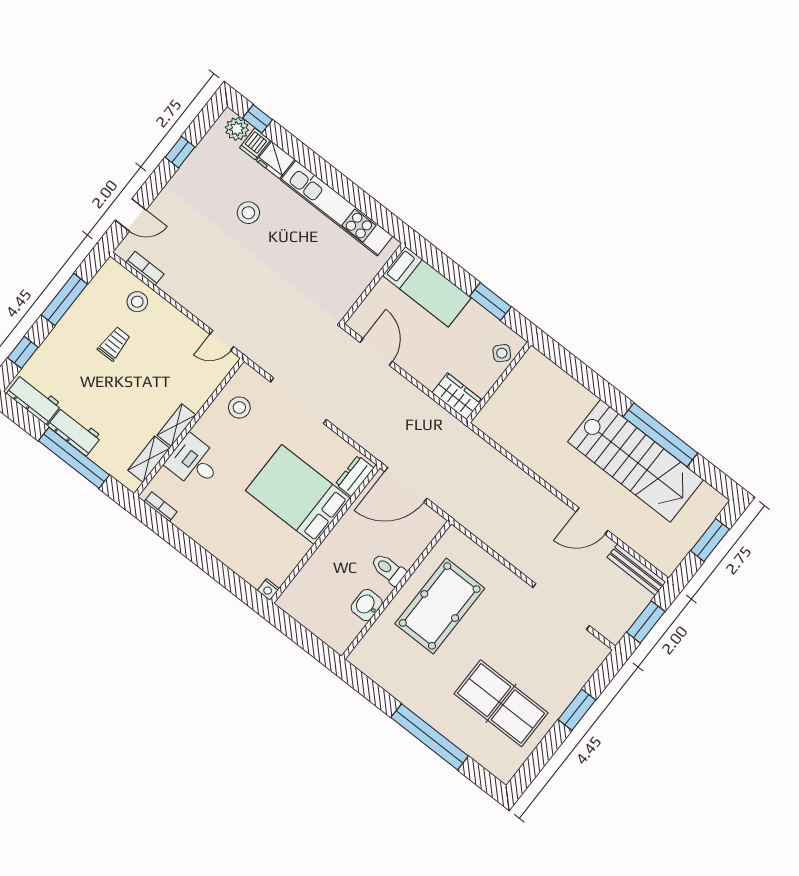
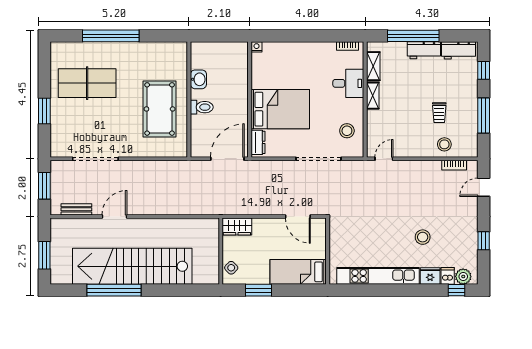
stairs: (635, 461) -> (132, 266), width x1.36
bench: (636, 570) -> (76, 209), width x0.73

